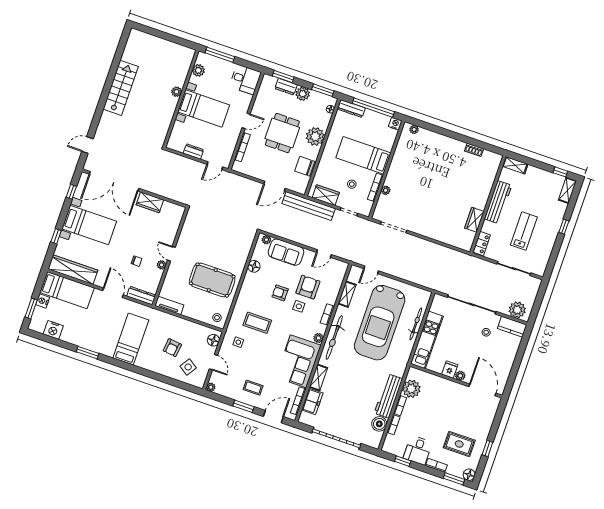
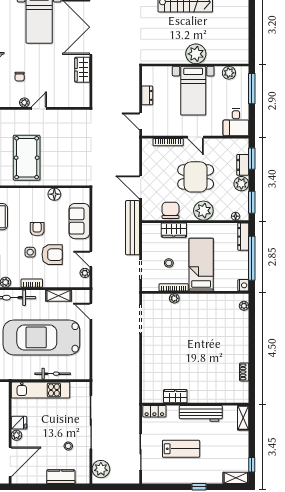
plant: (177, 92) -> (196, 54), width x1.88, depth x1.88
wardrobe: (326, 195) -> (174, 230), moved, turned 90
plant: (266, 240) -> (85, 273), moved
kitchen counter: (512, 327) -> (61, 477), moved, turned 90

